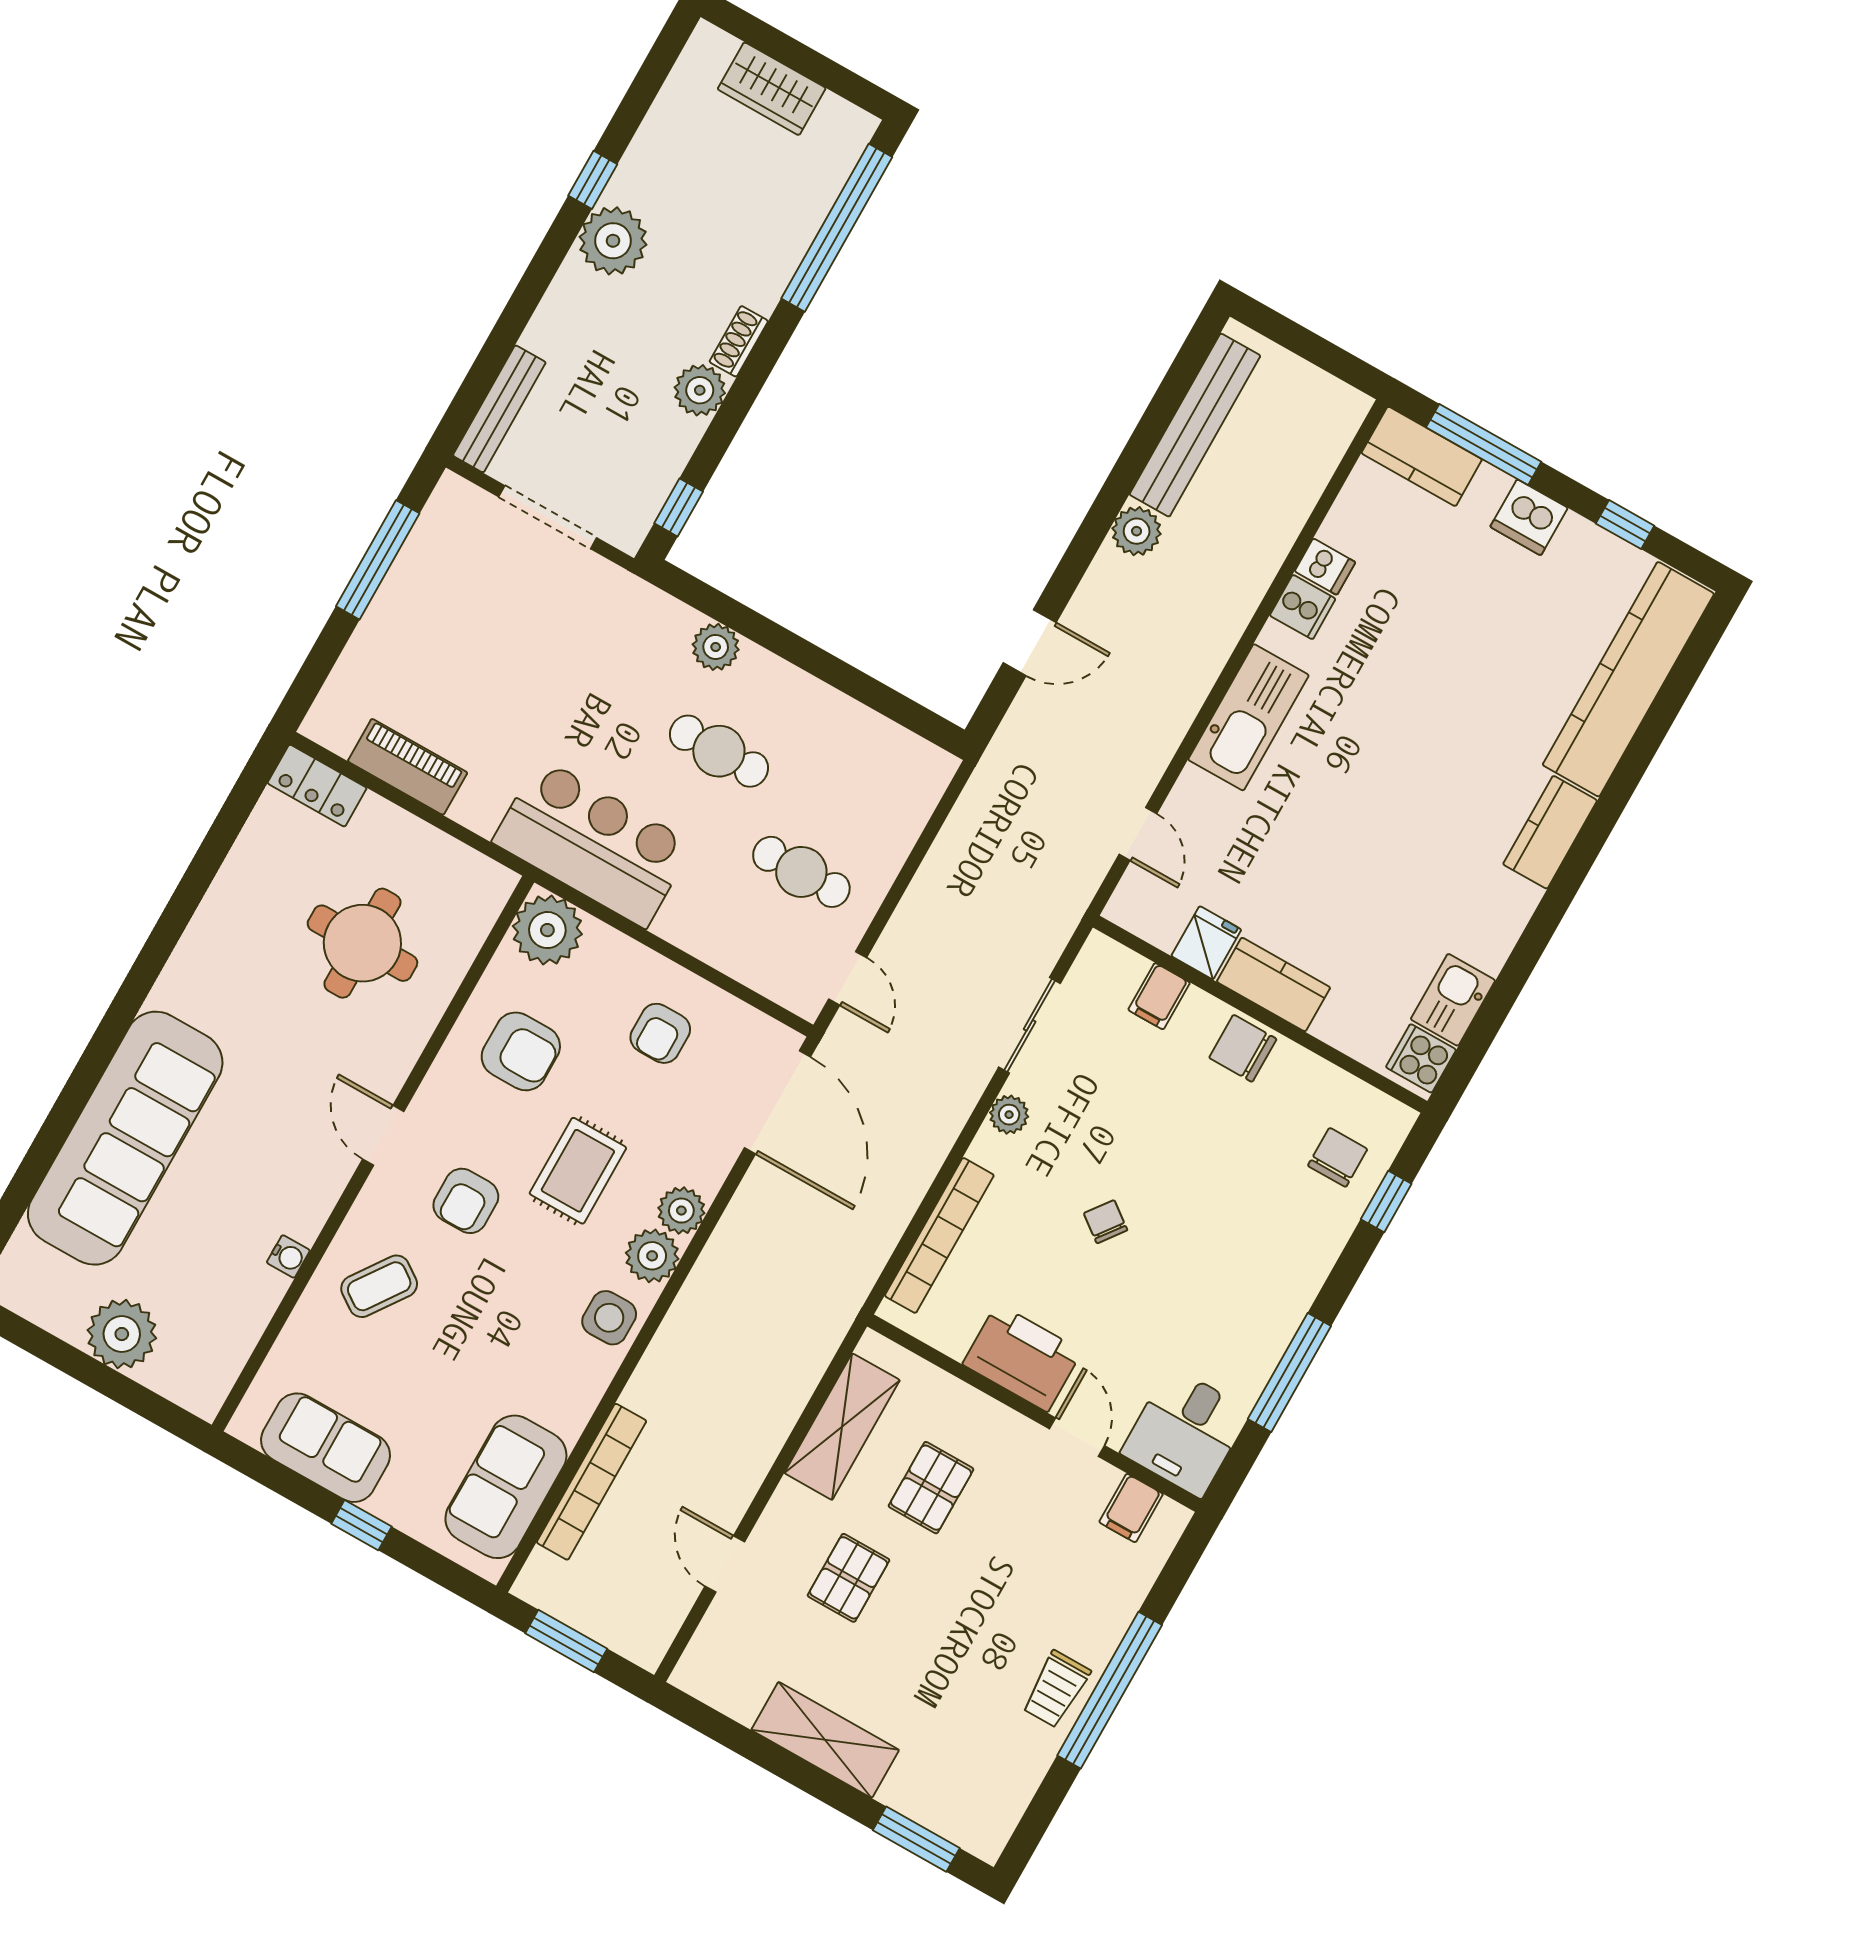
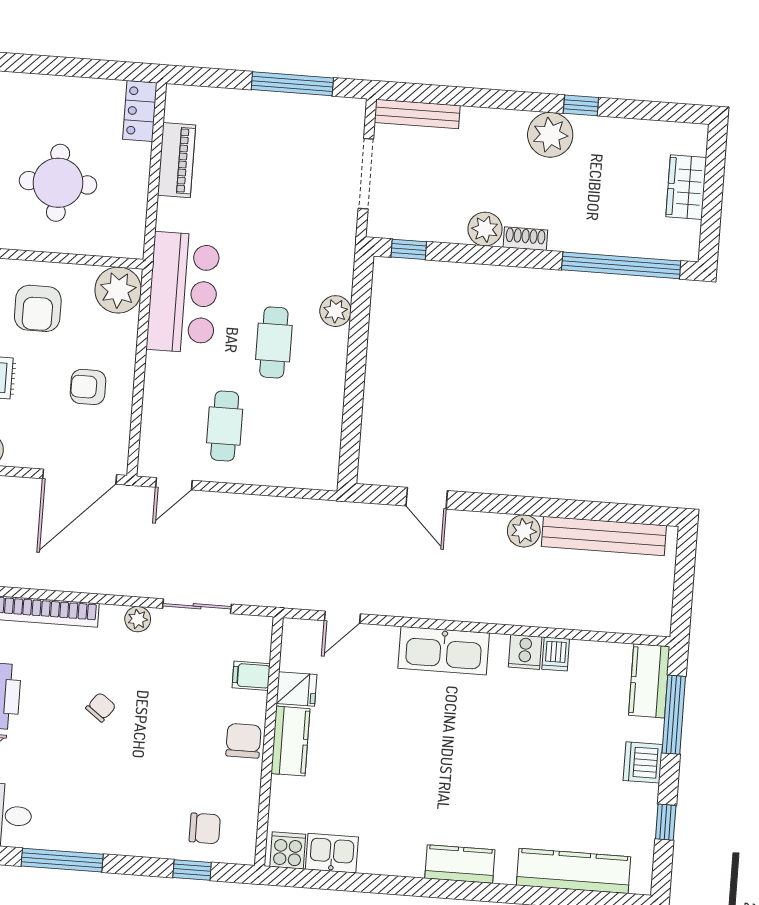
kitchen counter: (1628, 679) -> (574, 871), width x0.72, depth x0.86

